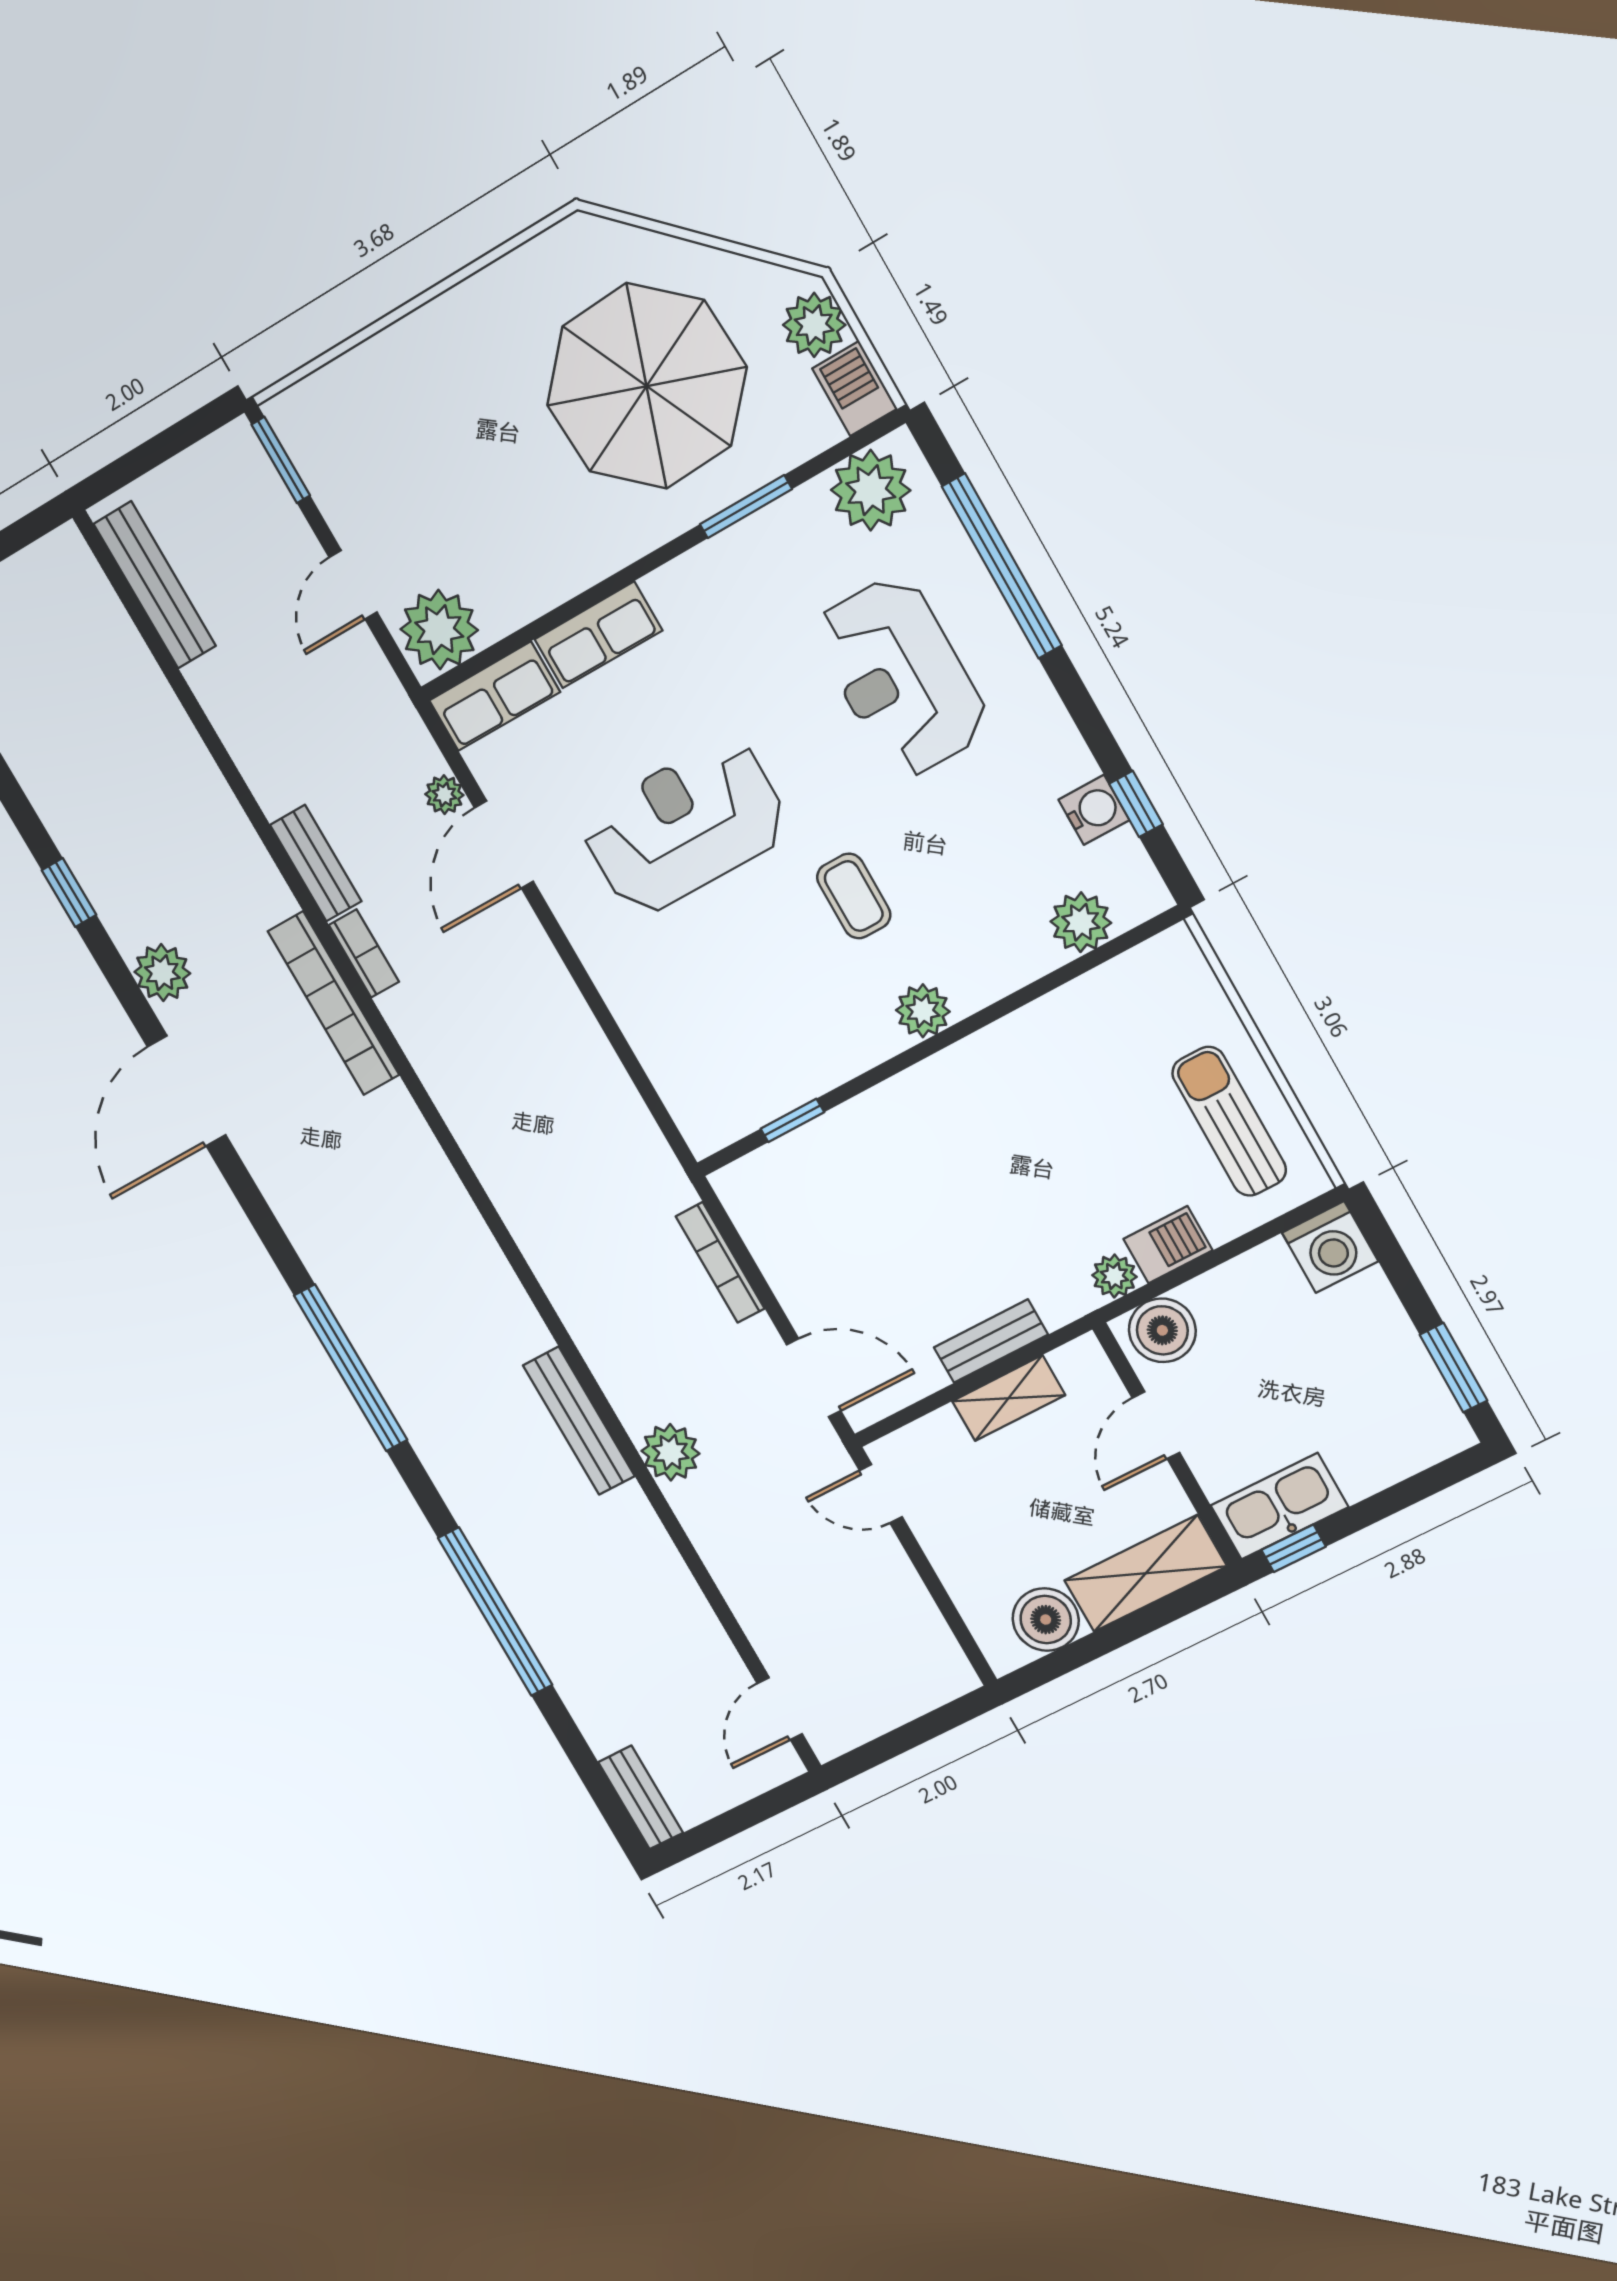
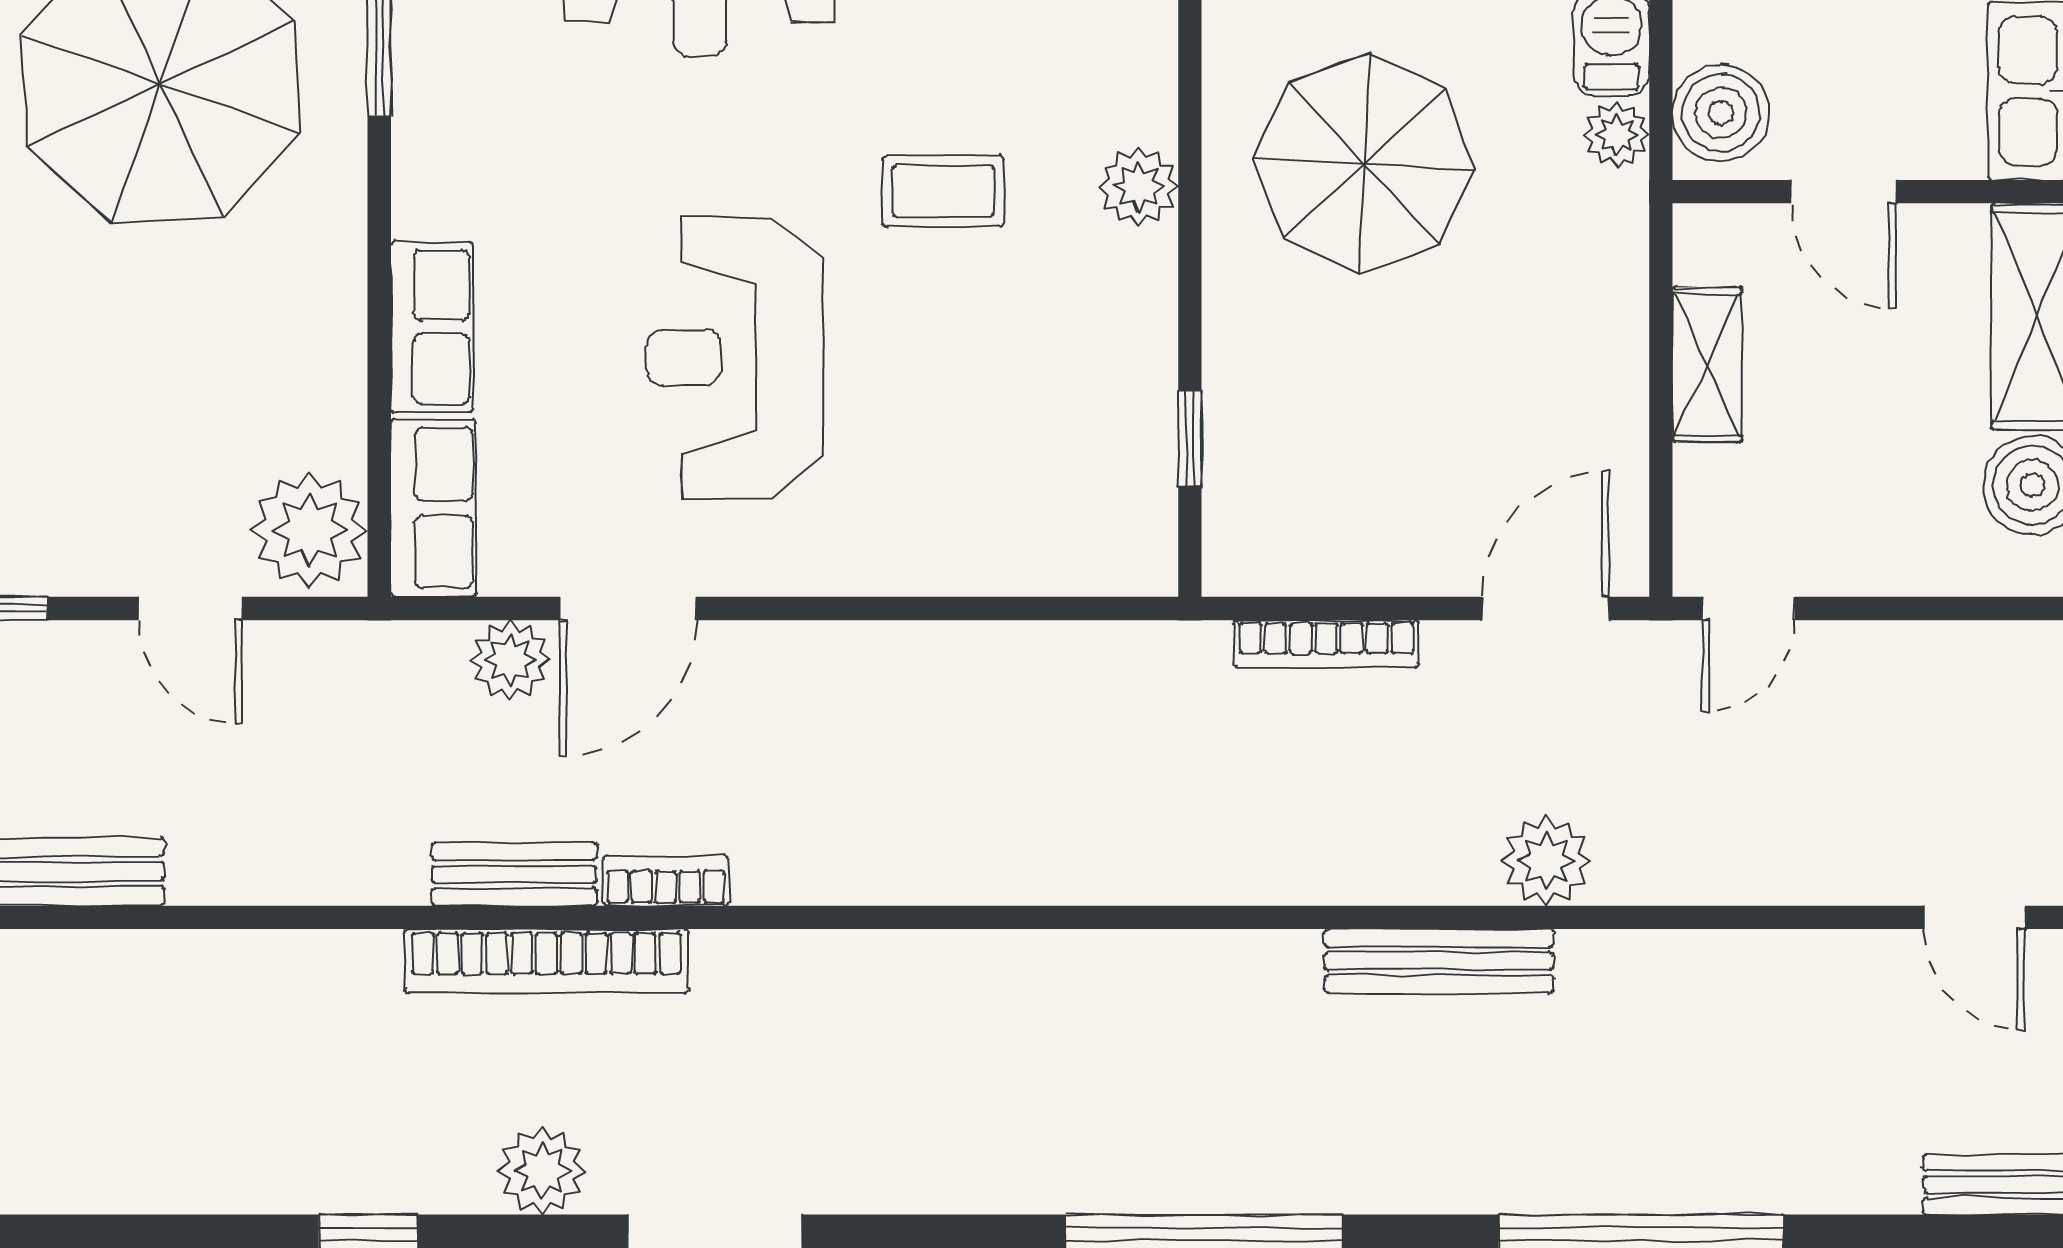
plant: (444, 795) -> (510, 660), width x1.38, depth x1.38
door: (504, 845) -> (628, 609), hinge flipped
bookcase: (334, 1003) -> (546, 961), moved
parasol: (1013, 1137) -> (1364, 164), added
bench: (991, 1341) -> (1619, 345), removed

